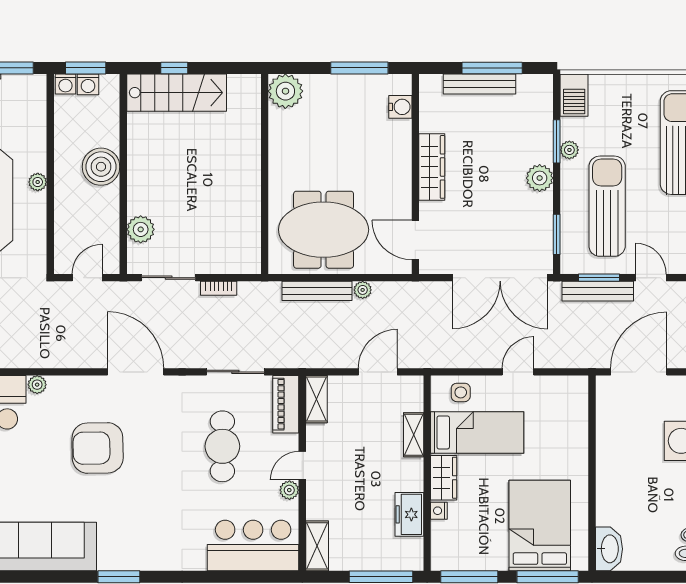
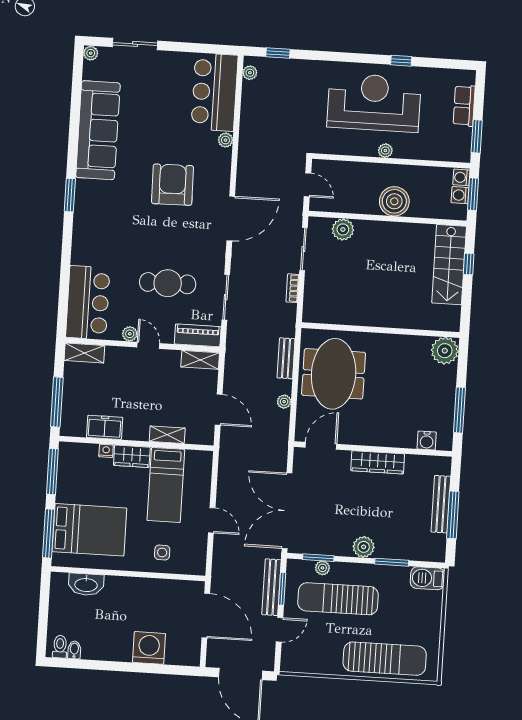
plant: (569, 150) -> (322, 568), moved
sun lounger: (607, 206) -> (338, 599), turned 180
bench: (317, 291) -> (286, 358), width x0.73
side table: (461, 392) -> (162, 552), moved
washbasin: (609, 549) -> (86, 584), moved

